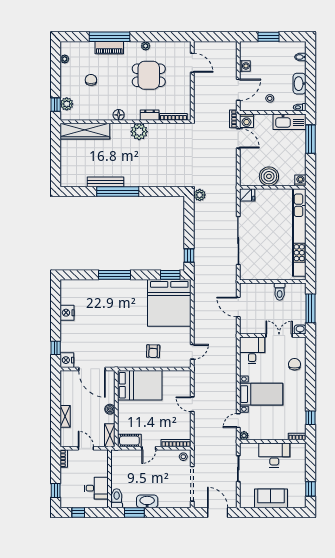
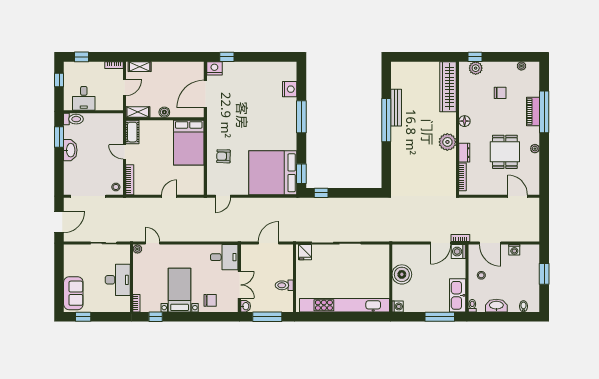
door: (192, 63) -> (518, 196), swing flipped
plant: (200, 195) -> (383, 204), removed
fridge: (247, 195) -> (305, 252), moved
nightstand: (67, 313) -> (290, 89), moved, turned 90
door: (192, 352) -> (223, 196), hinge flipped
bed with nightstands: (261, 394) -> (180, 290), moved, turned 180
shelving: (65, 416) -> (140, 67), moved
sofa: (271, 498) -> (73, 293), moved

